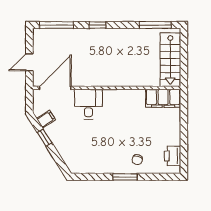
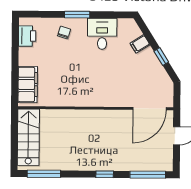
filing cabinet: (163, 98) -> (28, 84), moved, turned 90
desk: (88, 104) -> (102, 34), moved, turned 180
filing cabinet: (46, 119) -> (140, 44), moved

